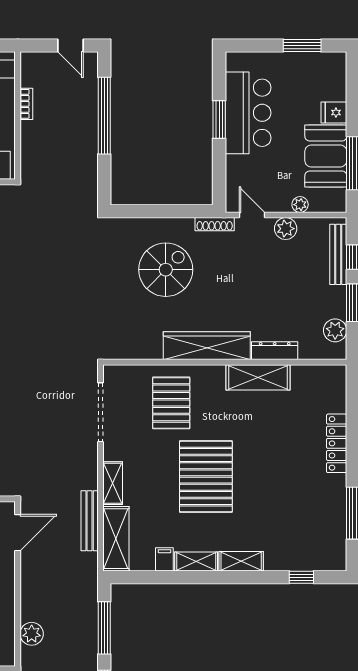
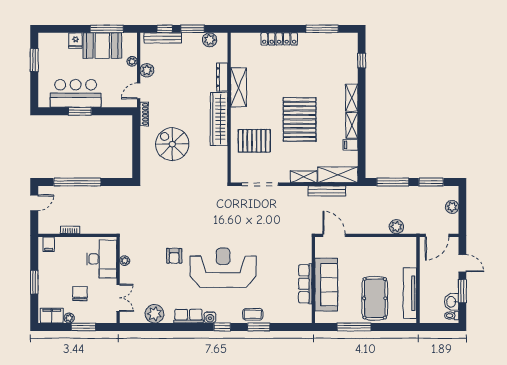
pallet: (206, 477) -> (300, 119), turned 90

